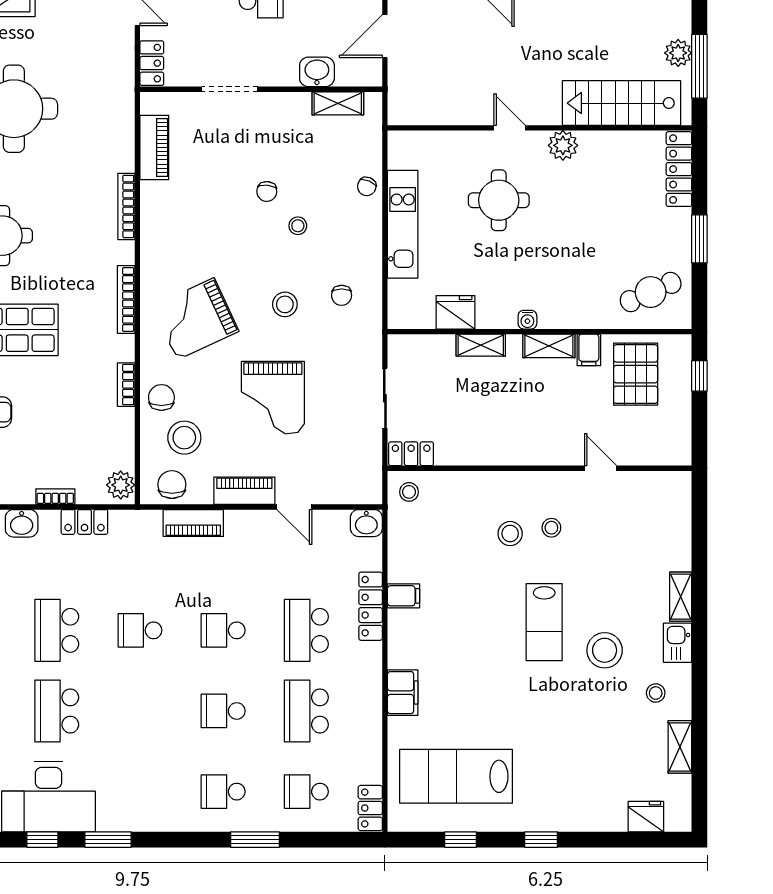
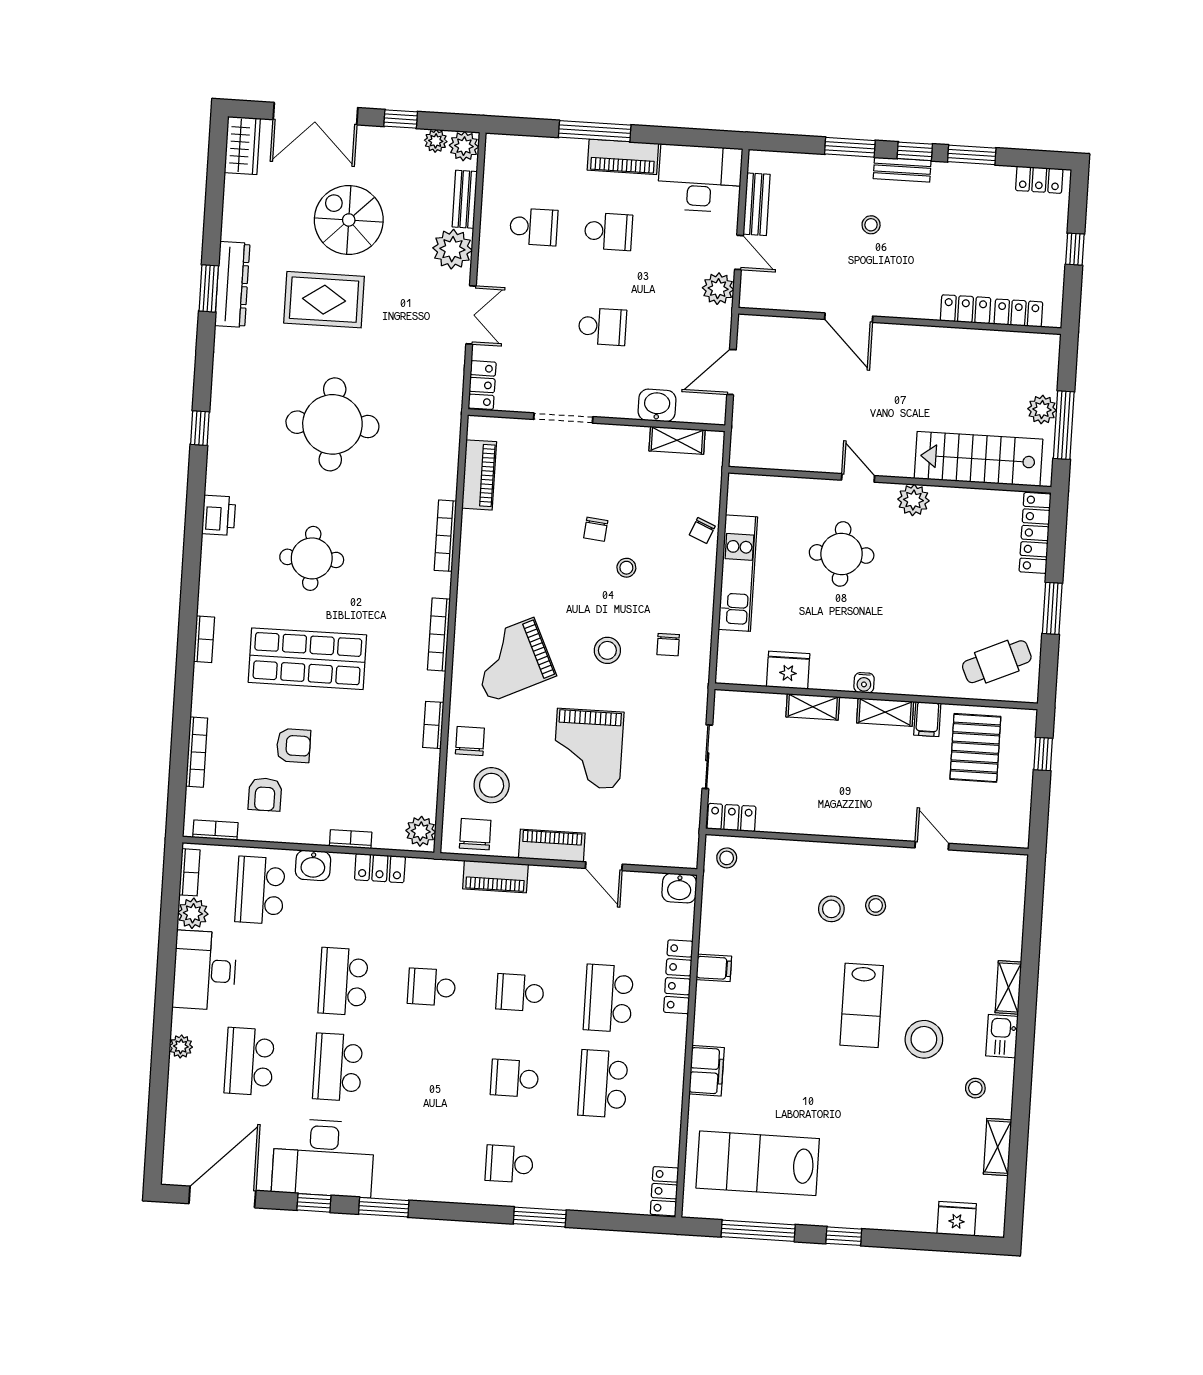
school desk: (306, 792) -> (598, 1169), removed
window: (460, 840) -> (758, 1231), width x2.17

